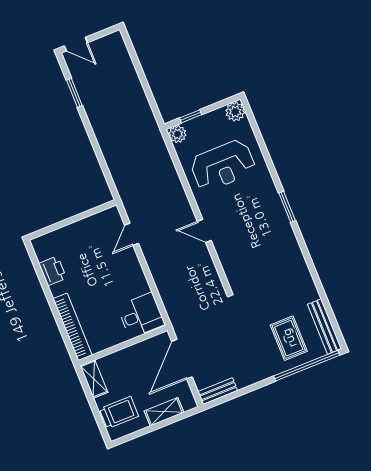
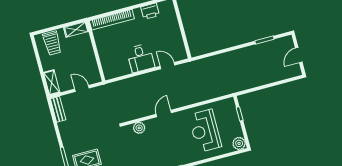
door: (76, 44) -> (299, 55), moved
plant: (177, 134) -> (139, 128), moved
desk: (141, 315) -> (141, 58), moved
door: (182, 359) -> (82, 88), width x0.53
shelving: (164, 412) -> (52, 82), moved

